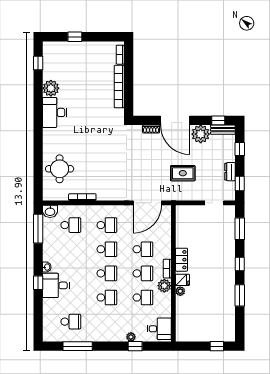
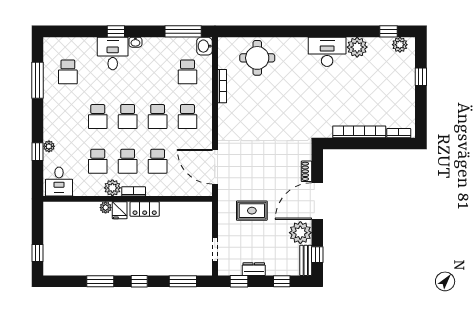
plant: (49, 54) -> (400, 45), added
rug: (183, 173) -> (252, 211), turned 90

